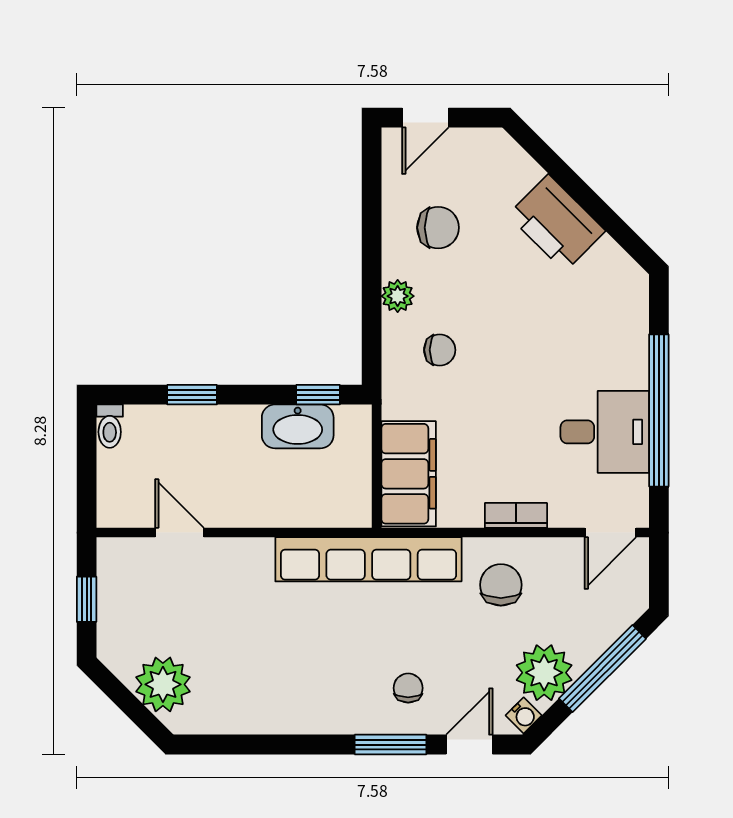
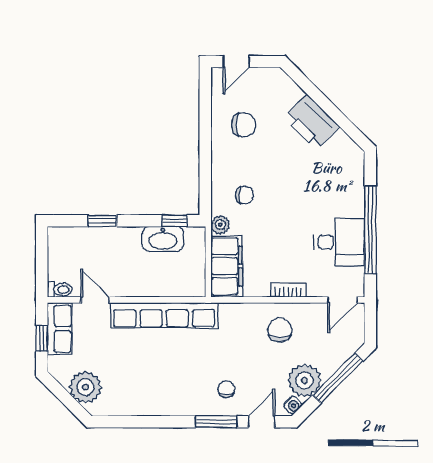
plant: (398, 296) -> (220, 225), moved
toilet: (110, 426) -> (60, 290), moved, turned -90
row of seats: (368, 559) -> (164, 315), moved
row of seats: (118, 582) -> (60, 329), added

